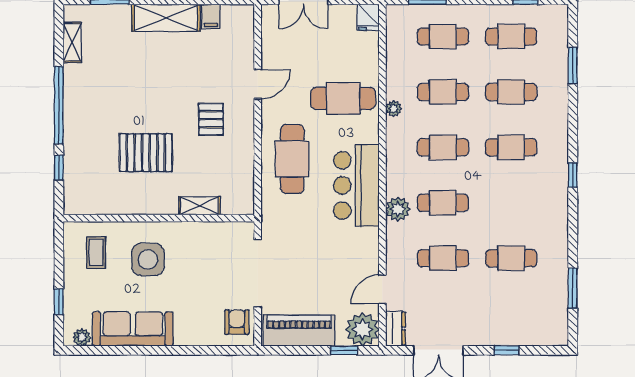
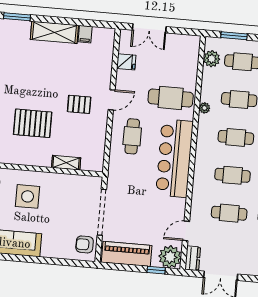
fridge: (368, 17) -> (126, 62), moved, turned -90
door: (258, 84) -> (112, 100), moved
pallet: (211, 119) -> (79, 104), turned 90
cafe table: (292, 159) -> (132, 136), width x0.73, depth x0.74
bar counter: (356, 185) -> (174, 158), width x1.36
plant: (398, 209) -> (212, 59), moved
armchair: (237, 322) -> (85, 244), turned -90

